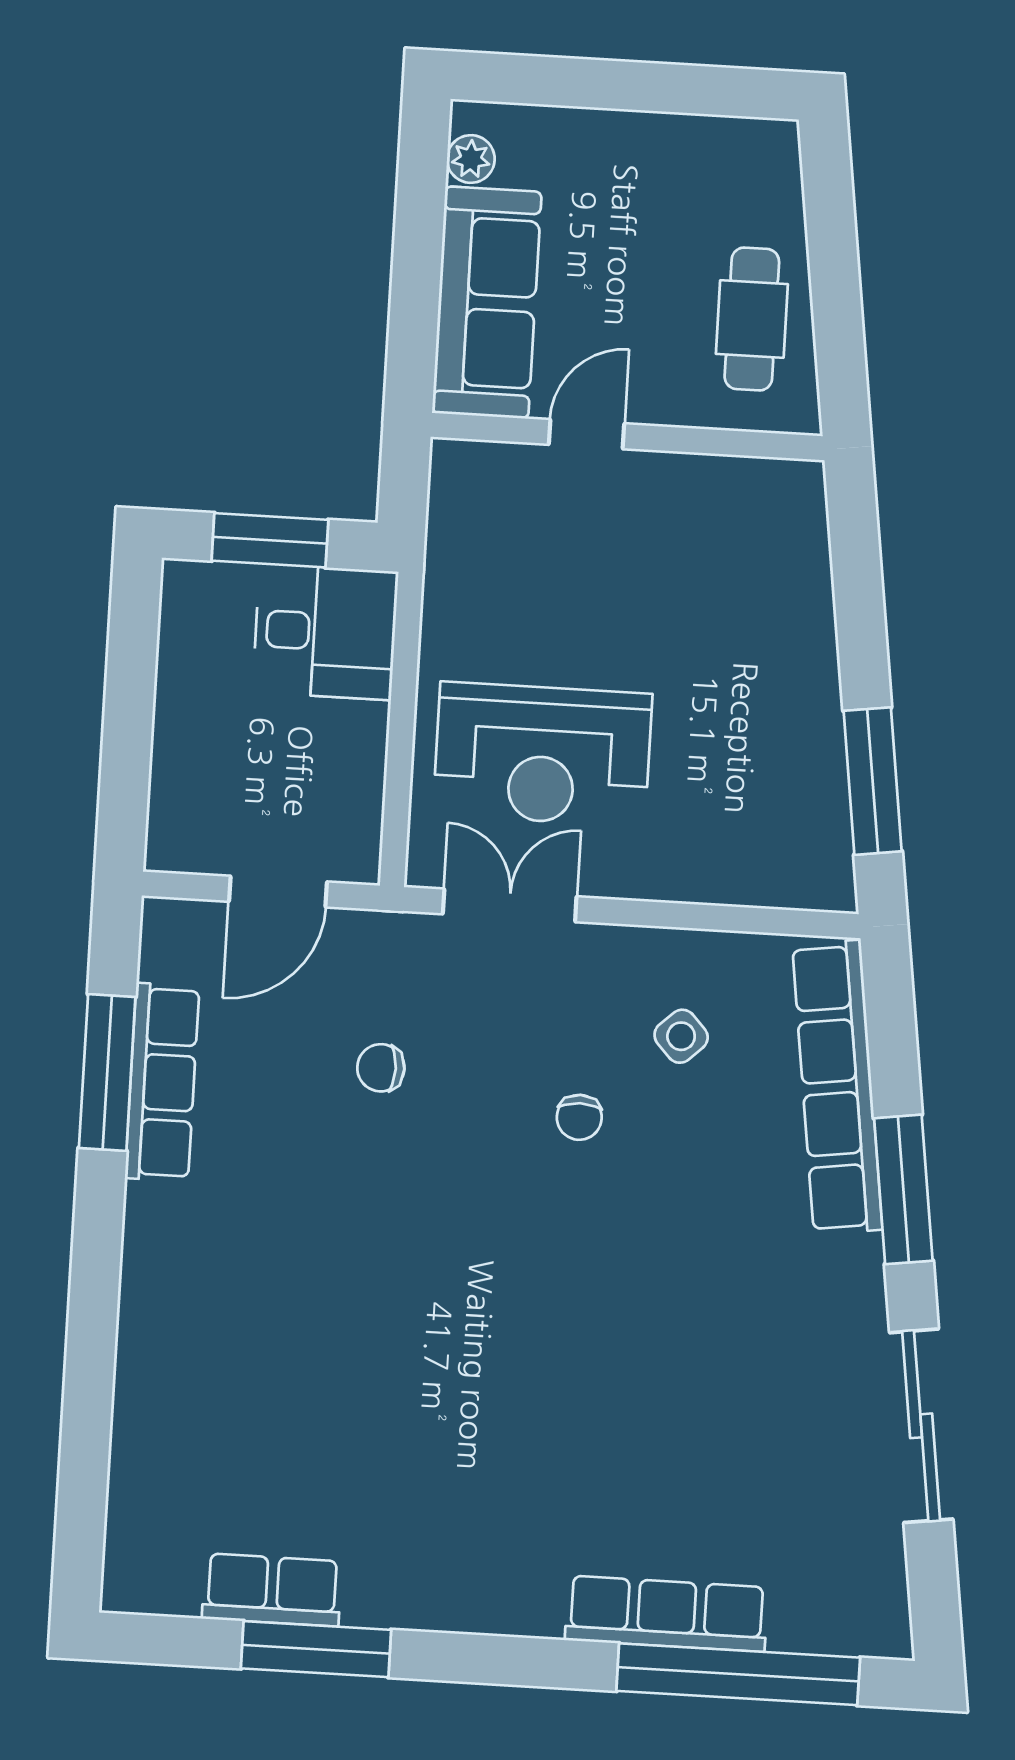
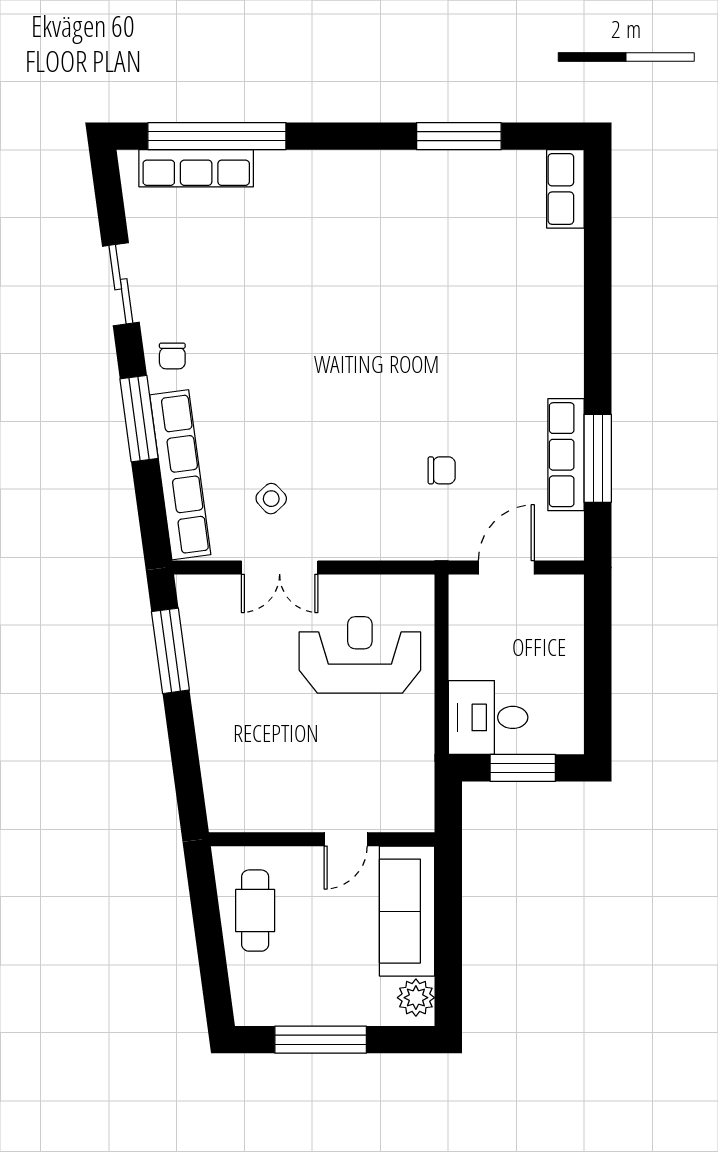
window: (651, 87) -> (321, 1040), added
plant: (471, 159) -> (416, 998), width x1.38, depth x1.38
double door: (510, 905) -> (280, 568), moved
chair: (579, 1117) -> (172, 356), moved, turned 180
sliding door: (921, 1426) -> (121, 284), width x0.73
row of seats: (272, 1590) -> (565, 189), moved, turned 90
row of seats: (666, 1614) -> (196, 168), moved

